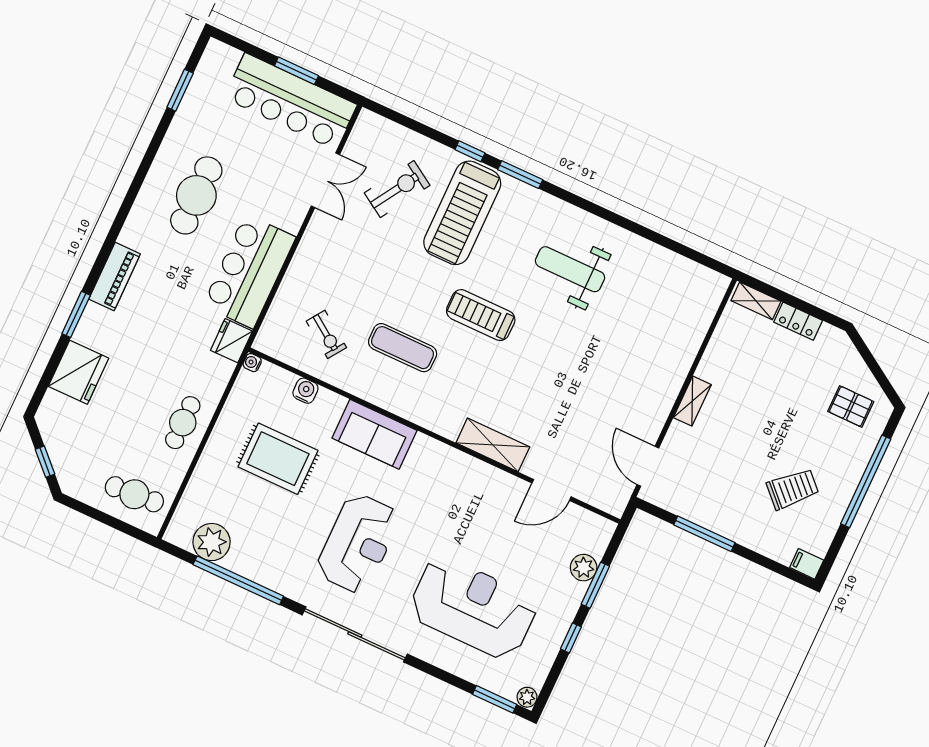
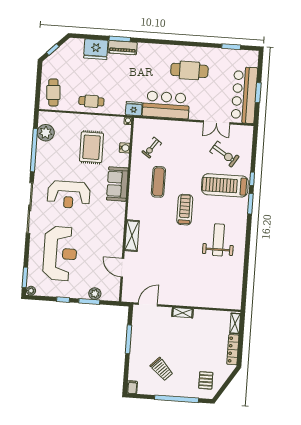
piano: (115, 277) -> (123, 48), moved
locker: (798, 321) -> (233, 350), width x1.53

